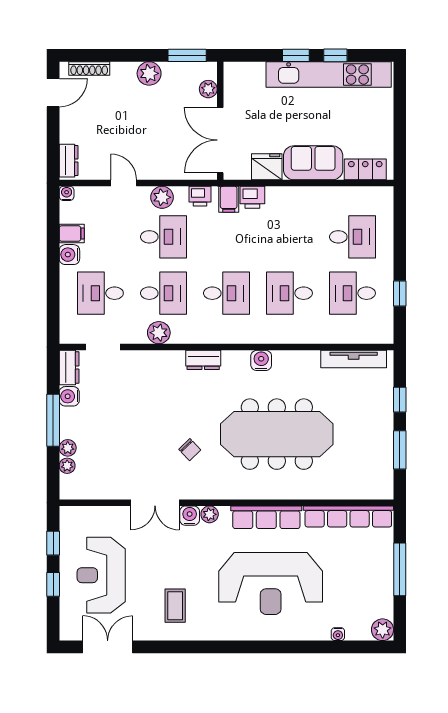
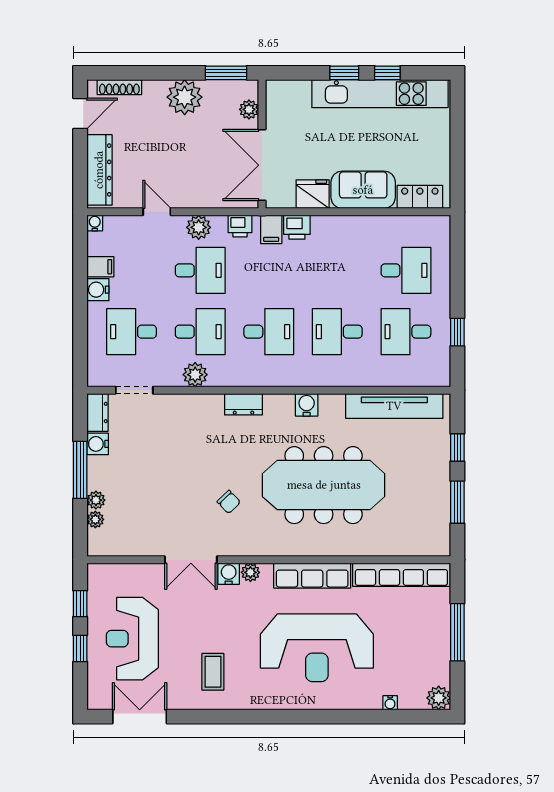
plant: (149, 73) -> (185, 97), width x1.36, depth x1.36
dresser: (69, 161) -> (99, 170), width x1.96, depth x1.24
tv unit: (354, 359) -> (394, 406), width x1.36, depth x1.29

